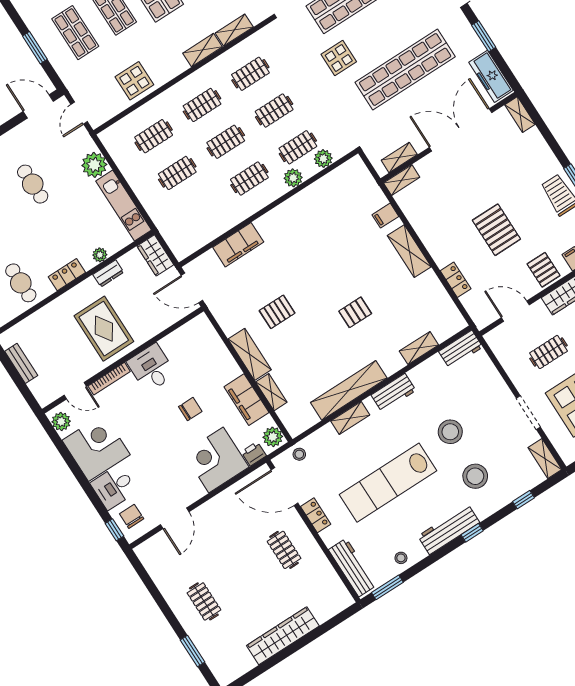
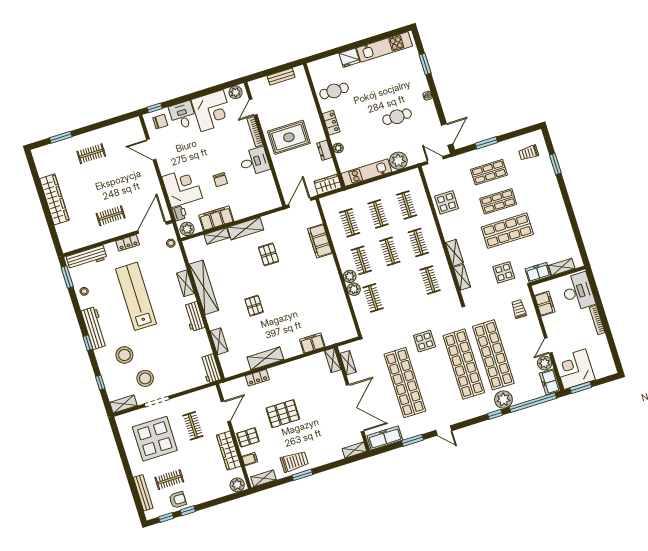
clothes rail: (274, 111) -> (350, 223), moved
plant: (323, 159) -> (350, 276), moved
filing cabinet: (385, 216) -> (312, 343), width x2.00
shelving: (409, 251) -> (265, 358), moved
stool: (450, 432) -> (145, 378), moved

